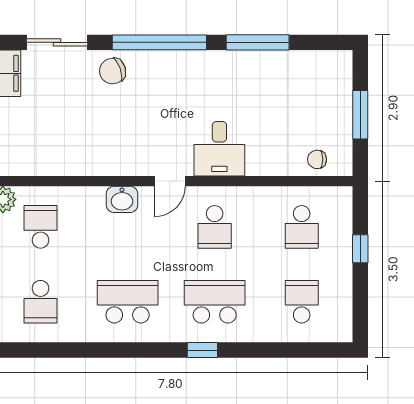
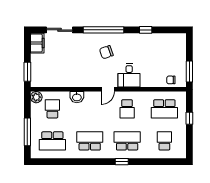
window: (258, 42) -> (146, 30), width x0.46
chair: (113, 71) -> (106, 52), moved
window: (360, 115) -> (189, 72), moved
washbasin: (122, 199) -> (77, 97), moved
school desk: (302, 227) -> (164, 109), width x1.85
school desk: (41, 302) -> (52, 141), width x1.85

